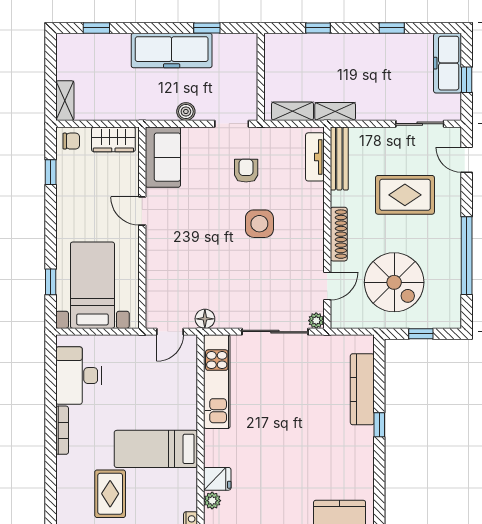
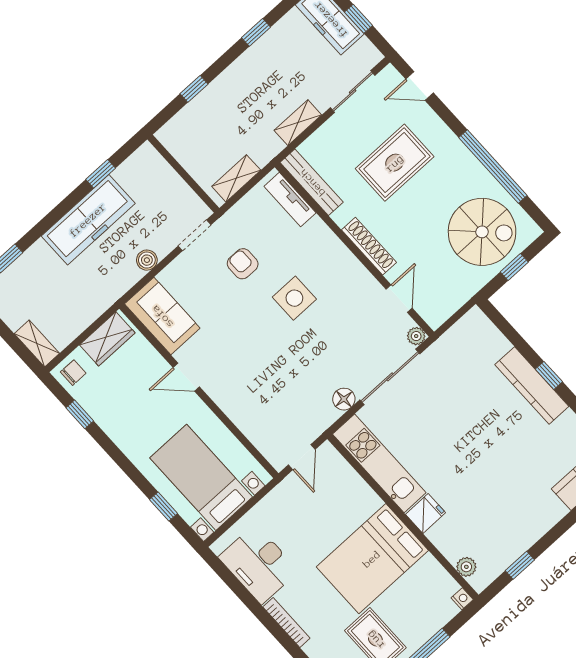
shelving: (335, 111) -> (298, 123), moved
spiral stairs: (394, 282) -> (482, 232), moved
floor lamp: (205, 319) -> (344, 399), moved
kitchen counter: (362, 389) -> (532, 386), moved
bed: (156, 449) -> (372, 559), width x1.50
fridge: (217, 479) -> (426, 513), moved

